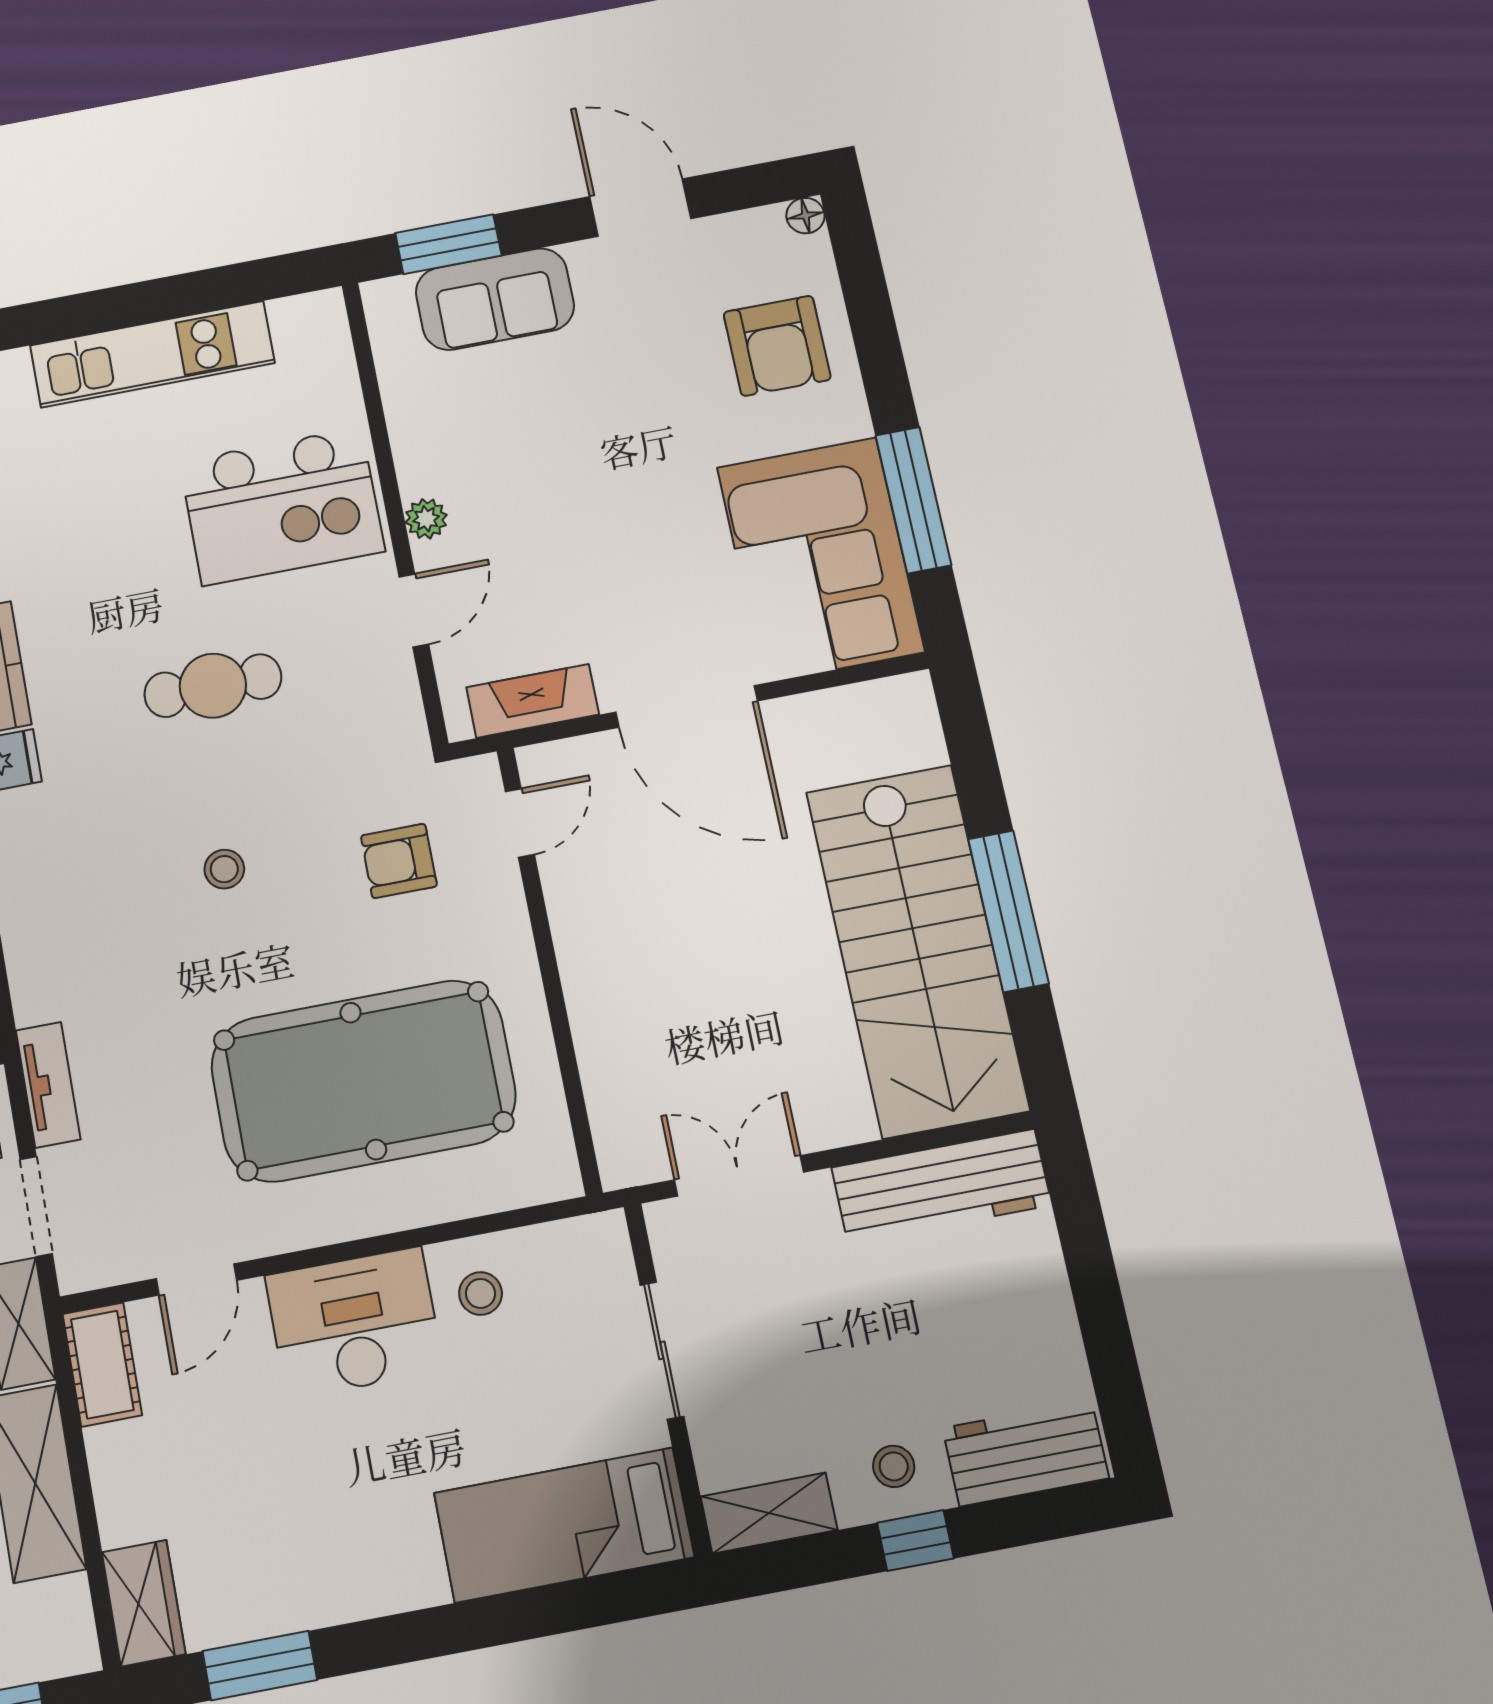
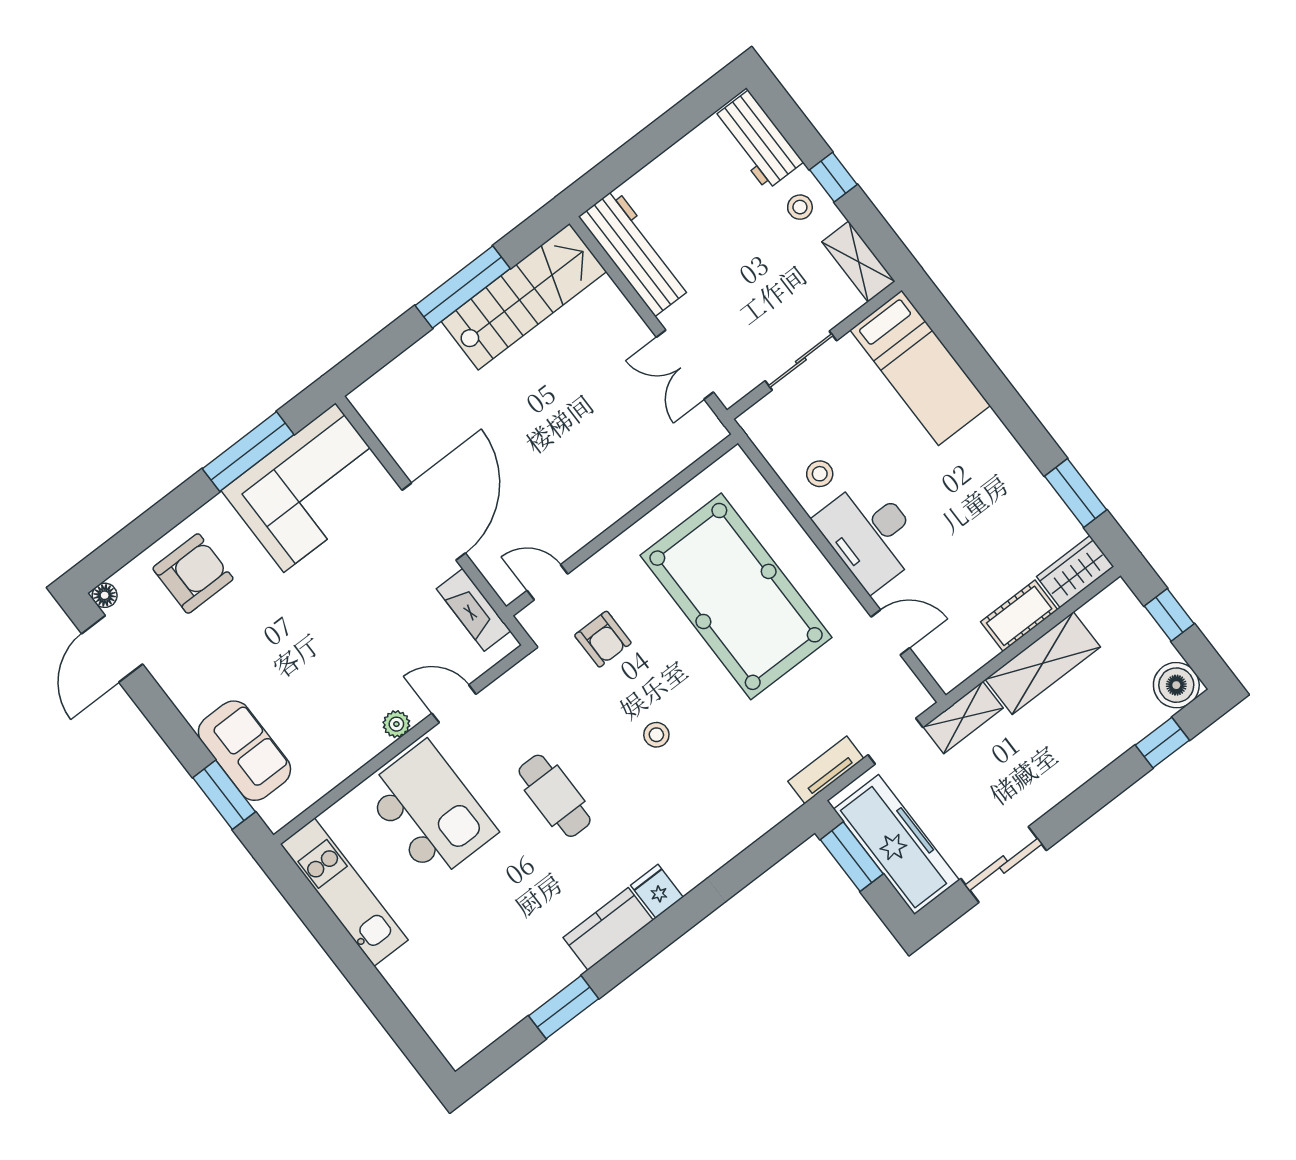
door: (640, 208) -> (112, 649), moved
kitchen unit: (152, 354) -> (344, 892), moved
stairs: (917, 950) -> (524, 297), width x0.73, depth x0.66
cot: (102, 1365) -> (1019, 616), moved

